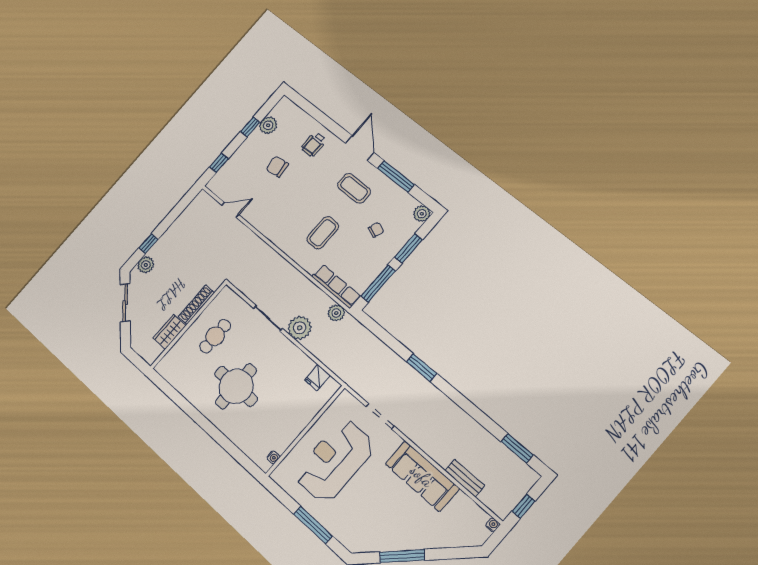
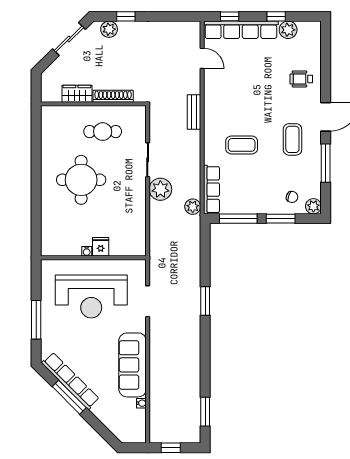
row of seats: (236, 162) -> (241, 30), added
chair: (277, 167) -> (263, 66), removed
chair: (376, 230) -> (292, 197), moved
fridge: (317, 378) -> (101, 247), moved, turned 90
water cooler: (273, 457) -> (87, 251), moved
reception desk: (335, 461) -> (91, 296), turned 180
bench: (465, 478) -> (194, 112), moved
water cooler: (493, 525) -> (141, 403), moved
row of seats: (389, 542) -> (70, 381), added

